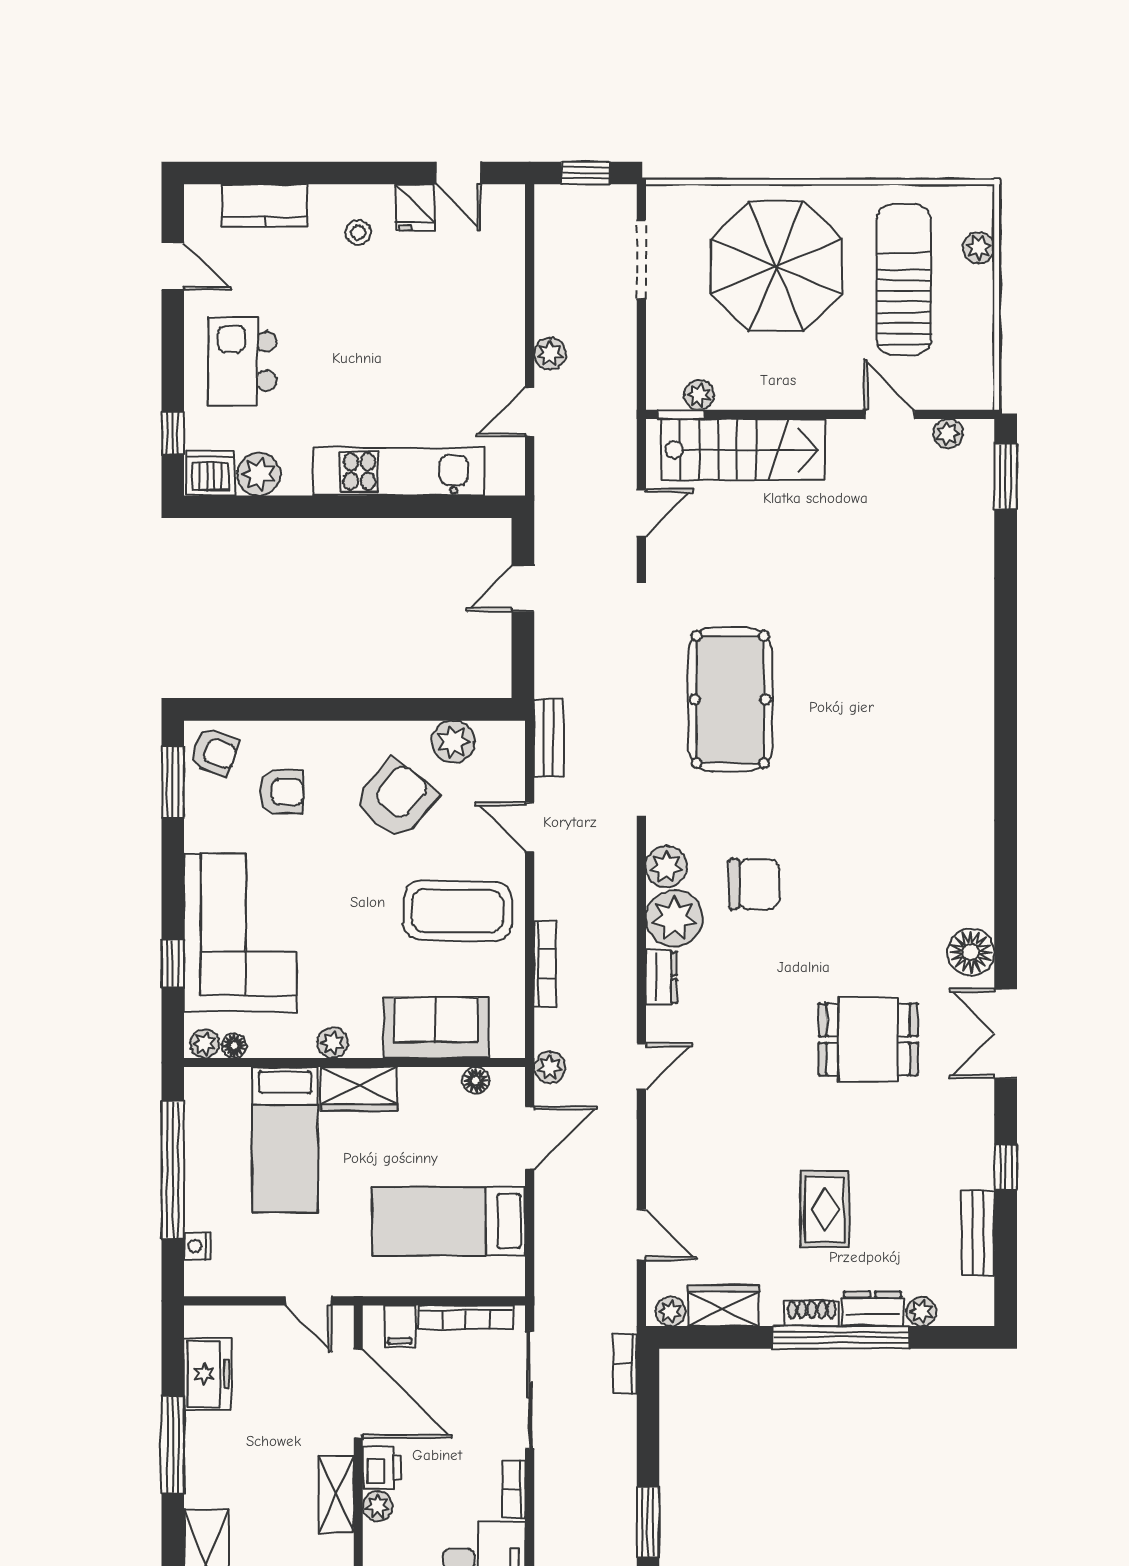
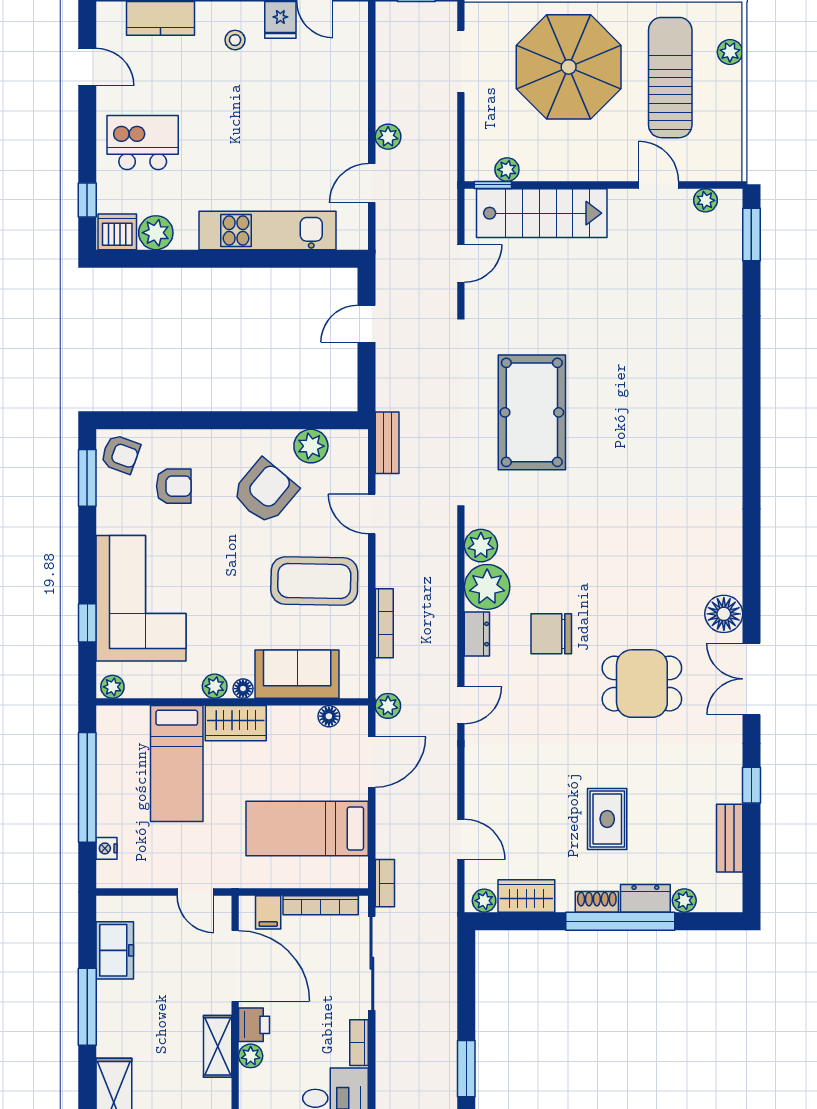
kitchen island: (242, 361) -> (143, 143), turned 90
chair: (754, 884) -> (551, 634), moved, turned 180
floor lamp: (234, 1046) -> (243, 689), moved
bookcase: (625, 1364) -> (385, 883), moved, turned 180

